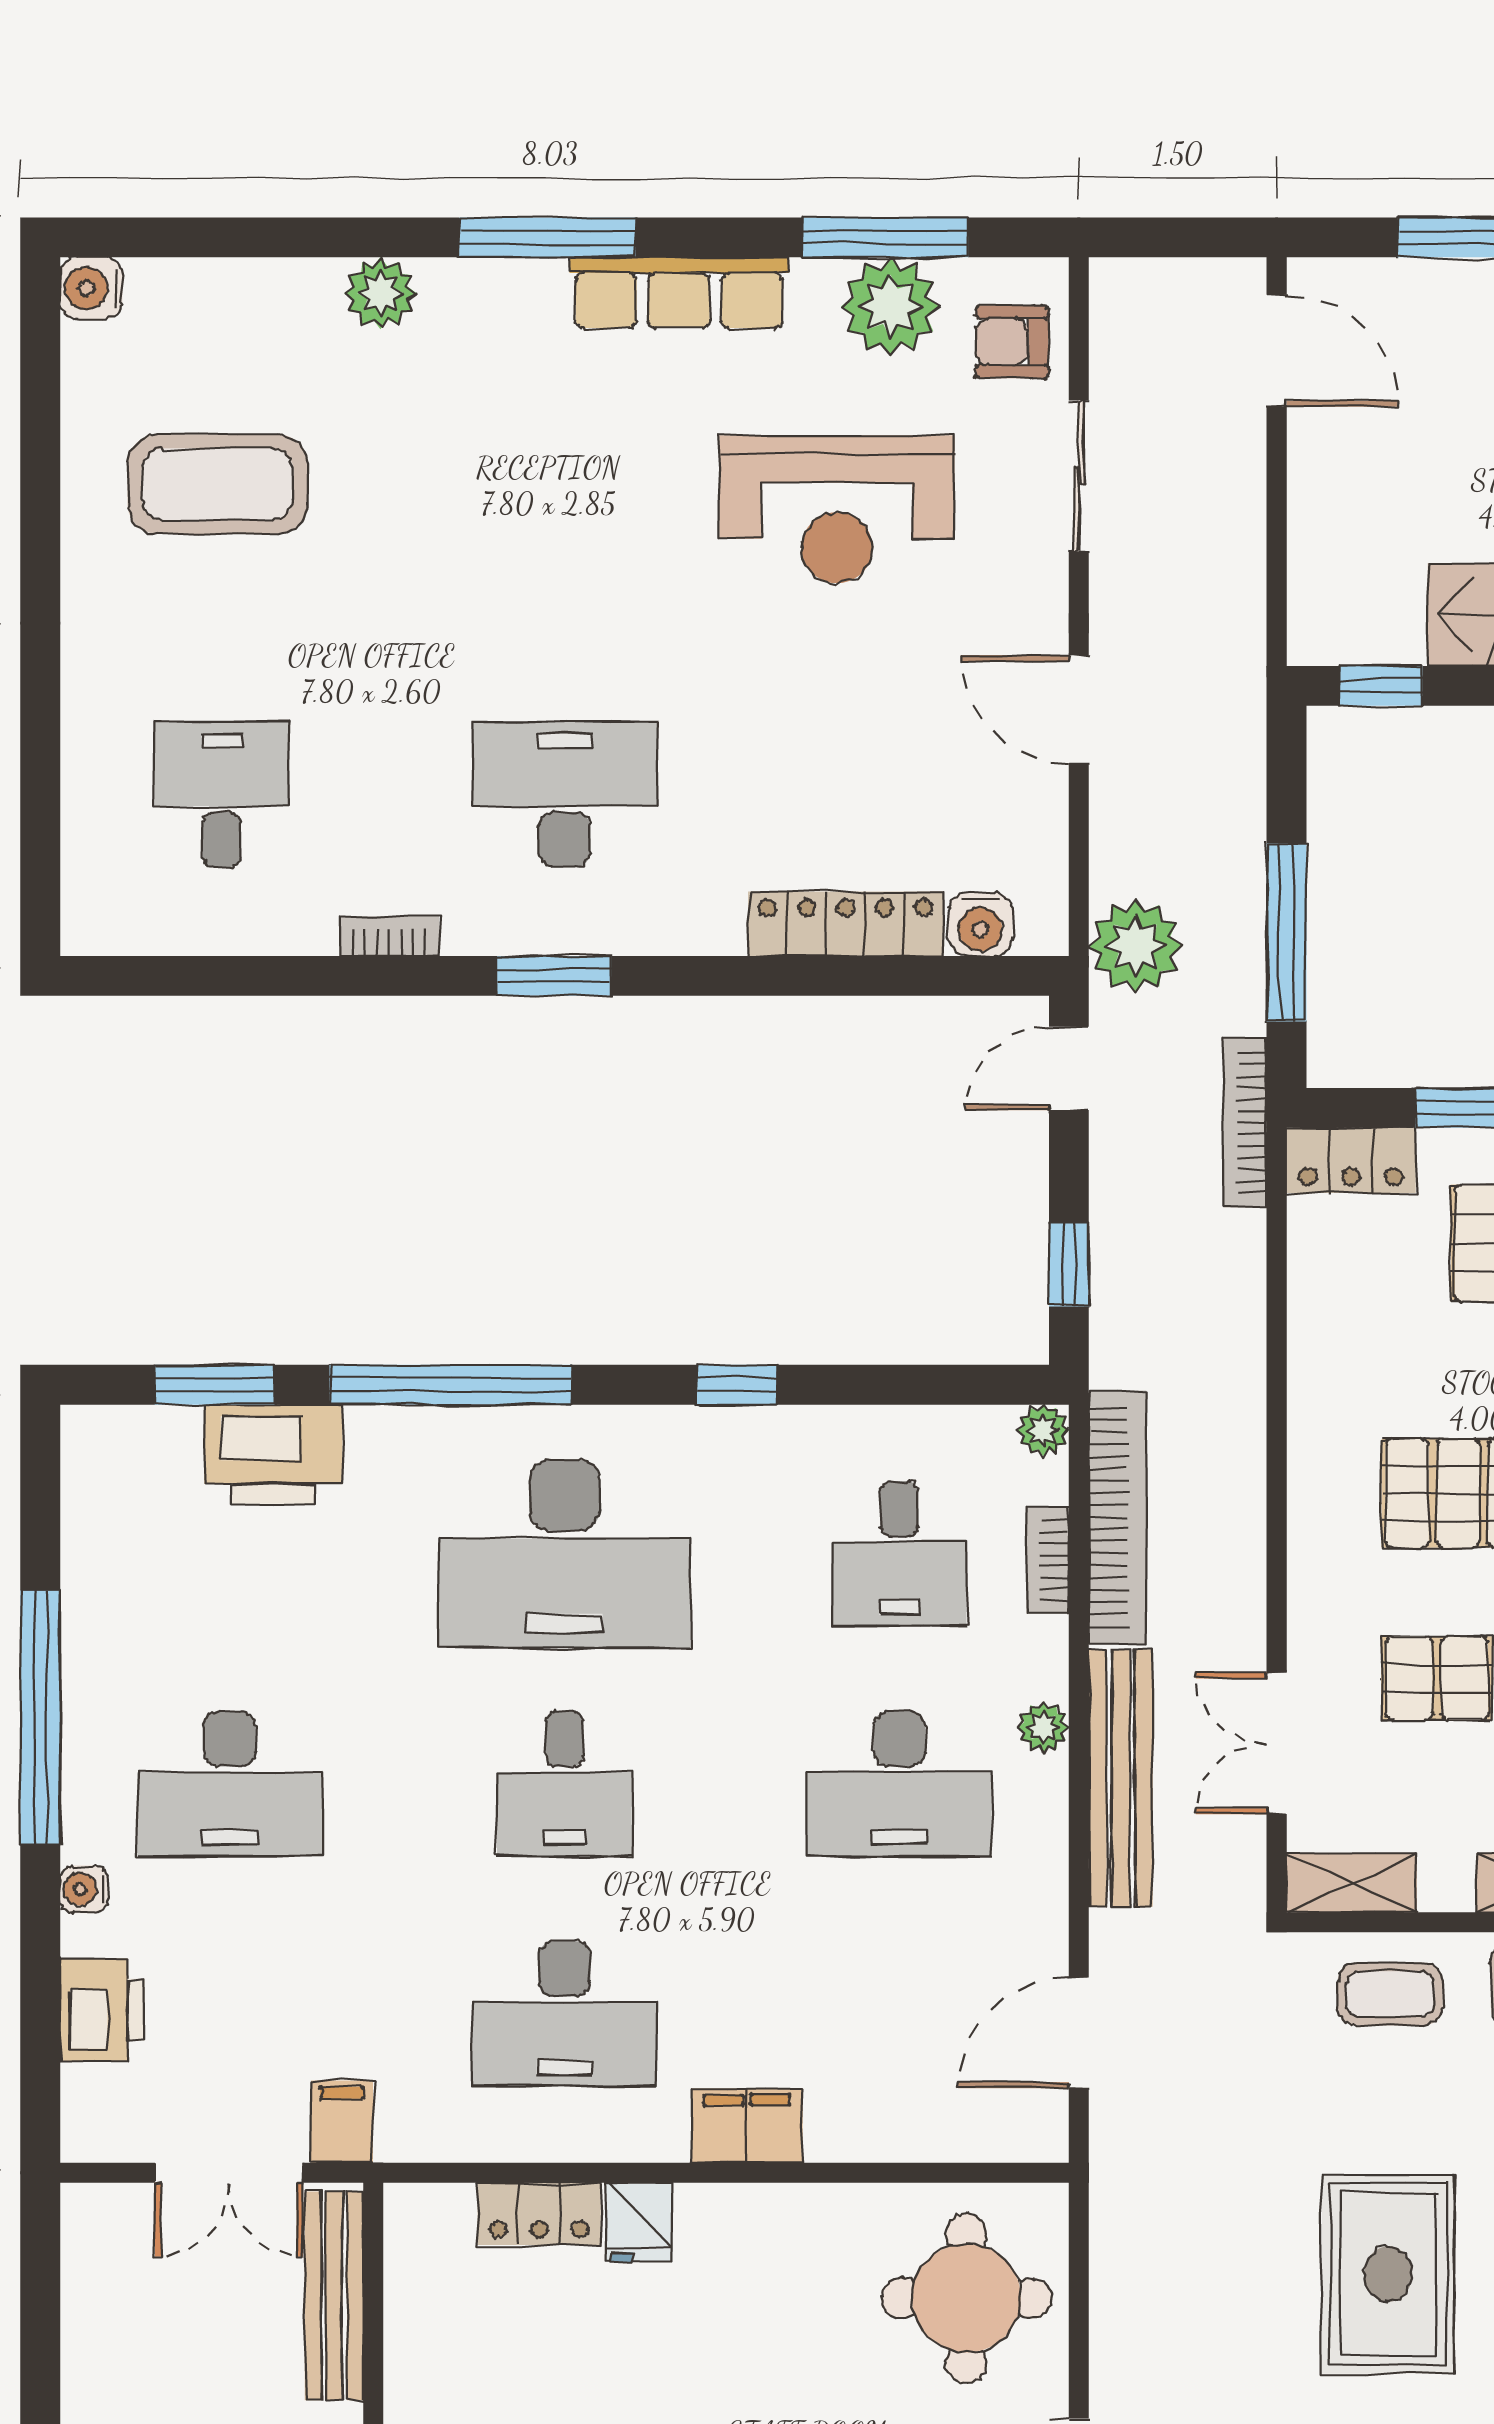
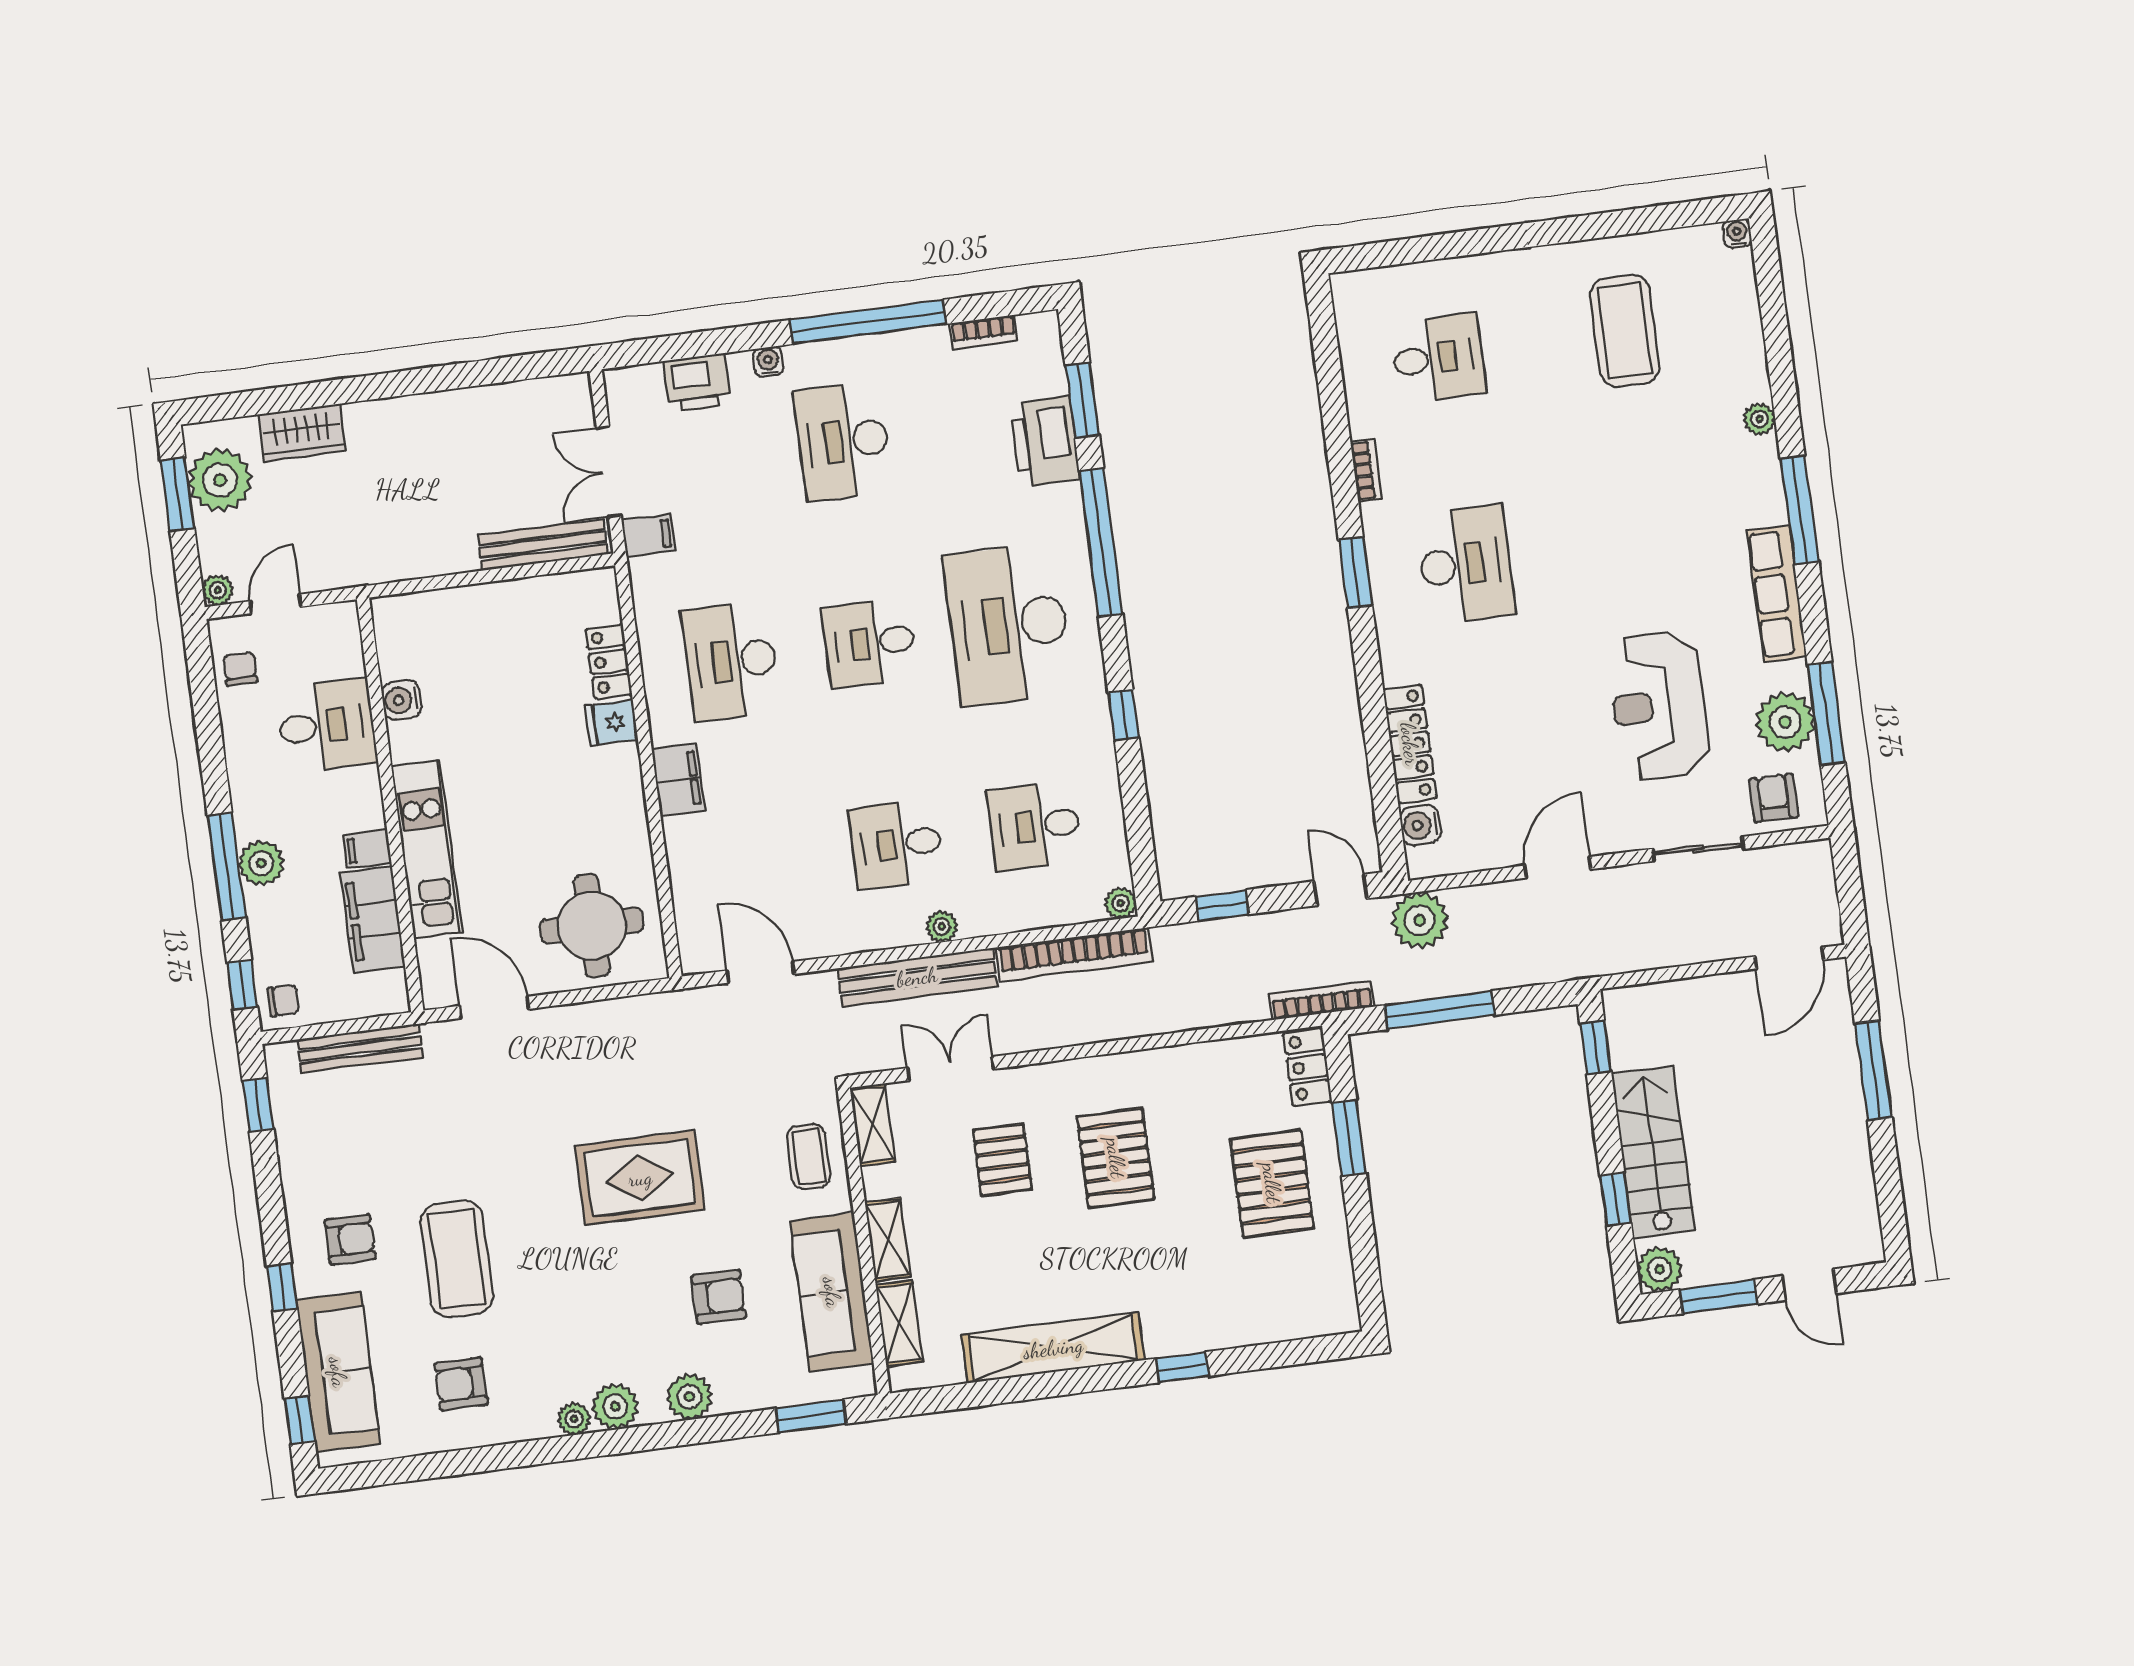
water cooler: (91, 288) -> (1737, 233), width x0.72, depth x0.72
plant: (380, 293) -> (1759, 419), width x0.73, depth x0.73
bookcase: (1047, 1560) -> (983, 332), moved, turned 180
desk: (899, 1784) -> (896, 844), width x0.73

